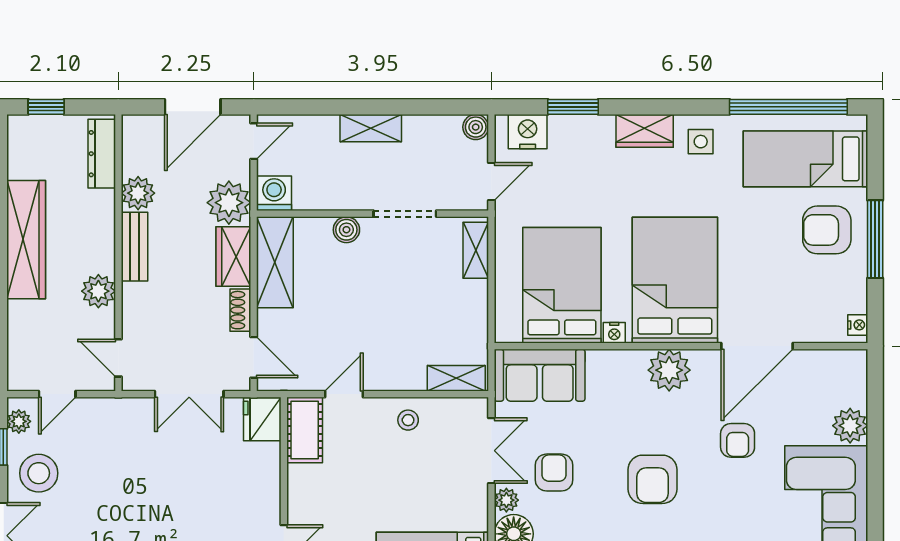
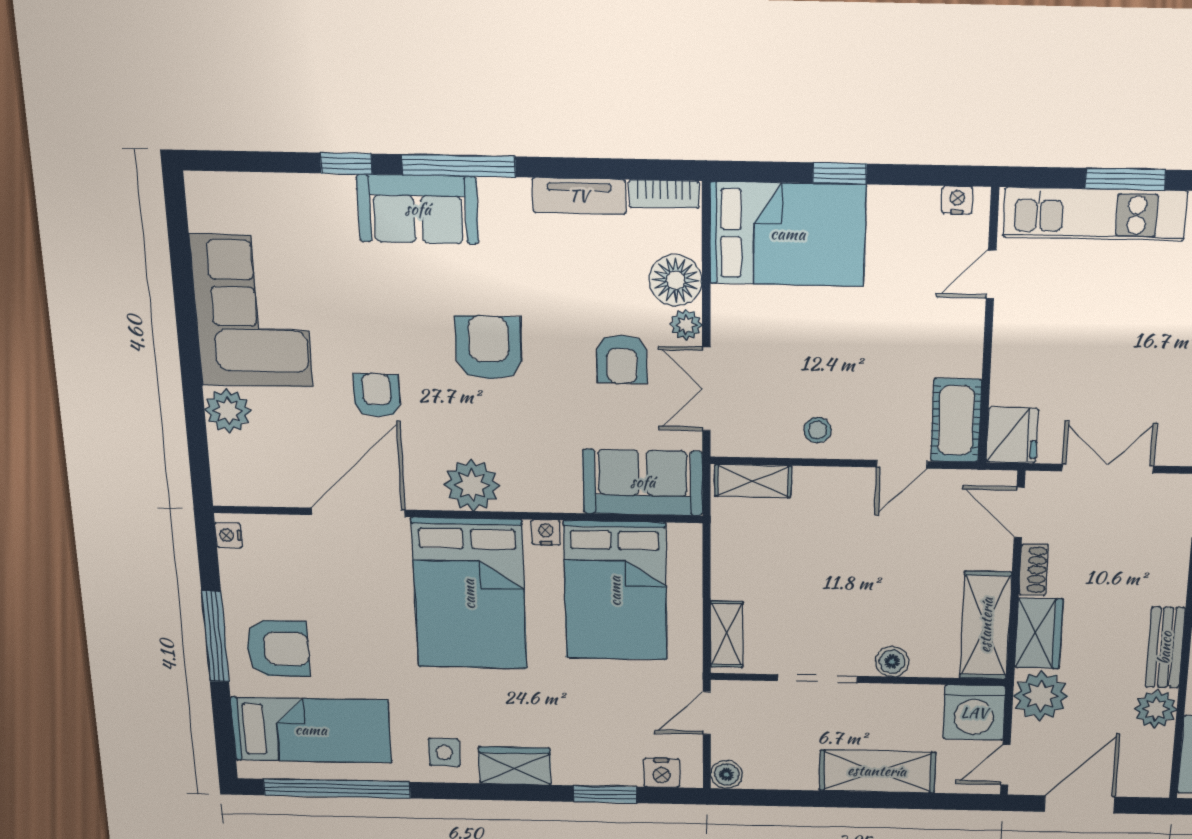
shelving: (371, 128) -> (877, 771), width x1.50, depth x1.33
nightstand: (528, 132) -> (662, 773), width x0.74, depth x0.75
washing machine: (274, 193) -> (974, 713), width x1.37, depth x1.37

